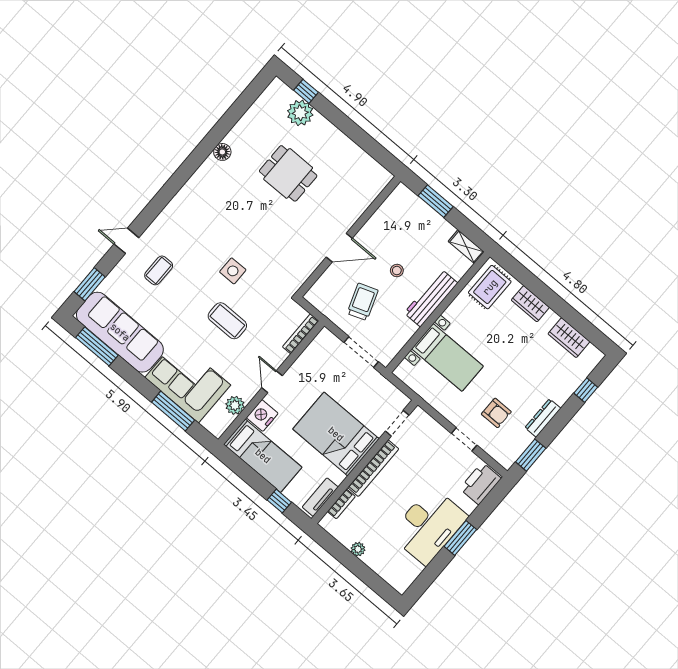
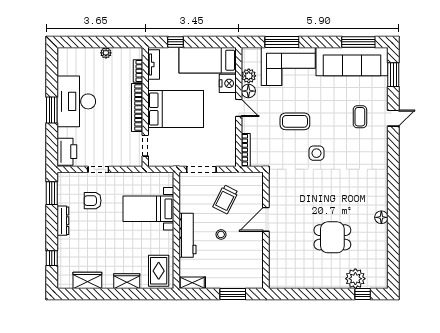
trolley: (363, 302) -> (225, 199), turned 47
floor lamp: (248, 390) -> (248, 91), added

